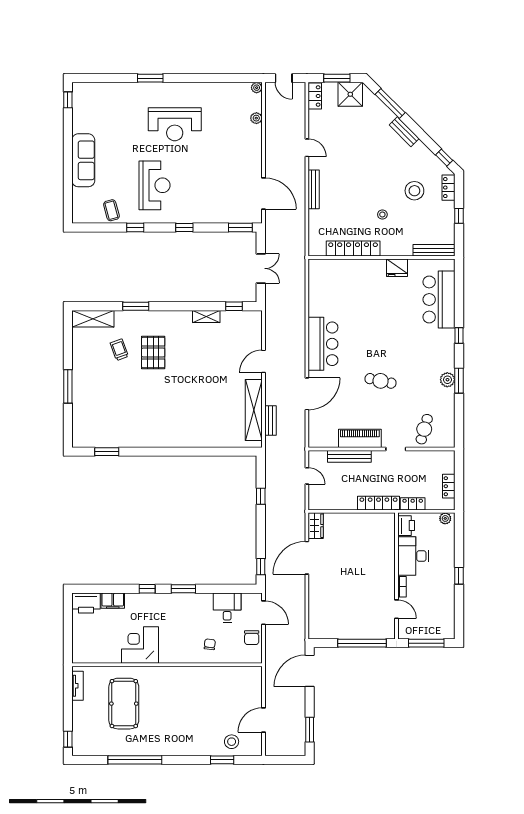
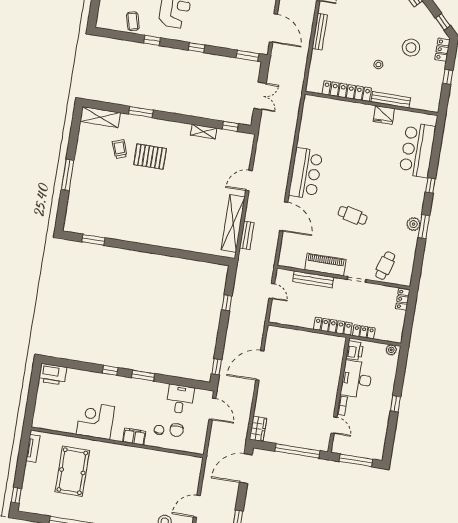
bench: (434, 250) -> (391, 100), moved
pallet: (153, 353) -> (150, 157), turned 90
door: (307, 394) -> (284, 216), hinge flipped
locker: (449, 486) -> (403, 299), moved
wardrobe: (316, 526) -> (258, 429), moved
filing cabinet: (113, 601) -> (134, 437), moved, turned 180
chair: (252, 638) -> (177, 430), moved

